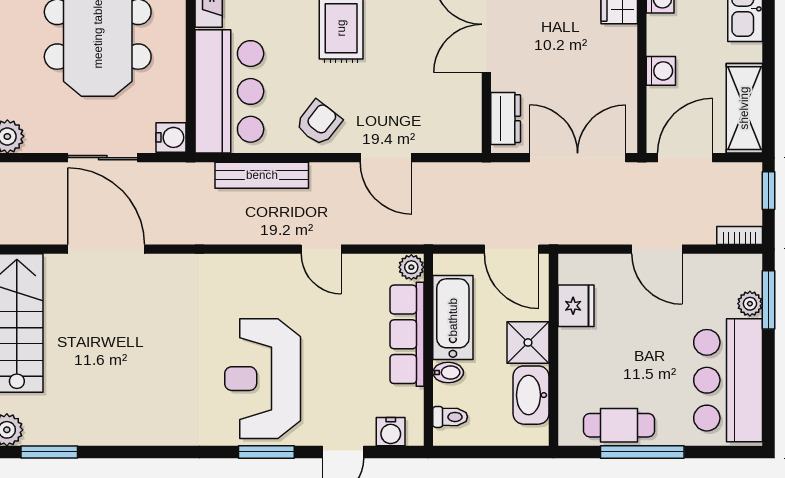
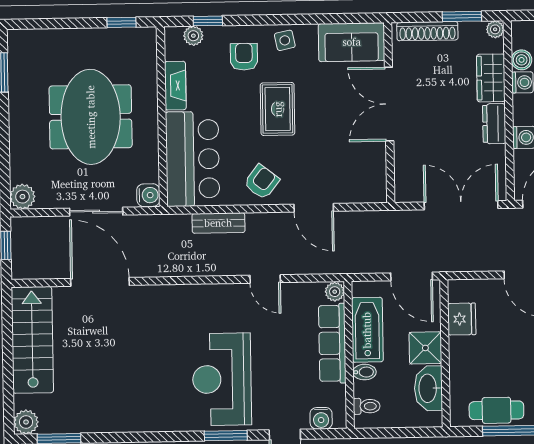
dresser: (506, 119) -> (494, 124), moved, turned 180
bench: (262, 175) -> (218, 223), width x0.73

